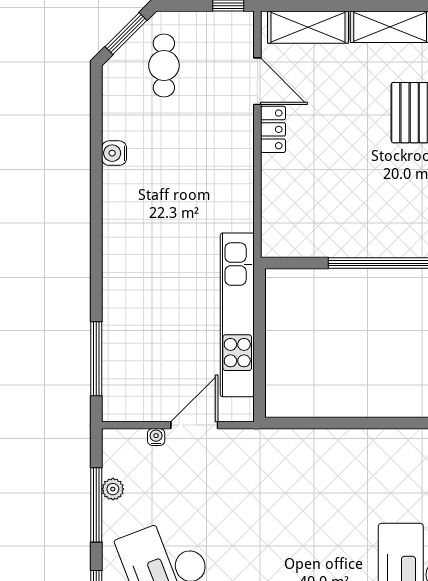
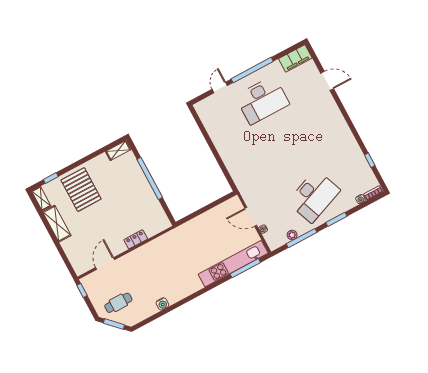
shelving: (308, 27) -> (74, 255), removed
locker: (273, 129) -> (136, 239), moved
kitchen unit: (237, 315) -> (233, 264), moved, turned 180

